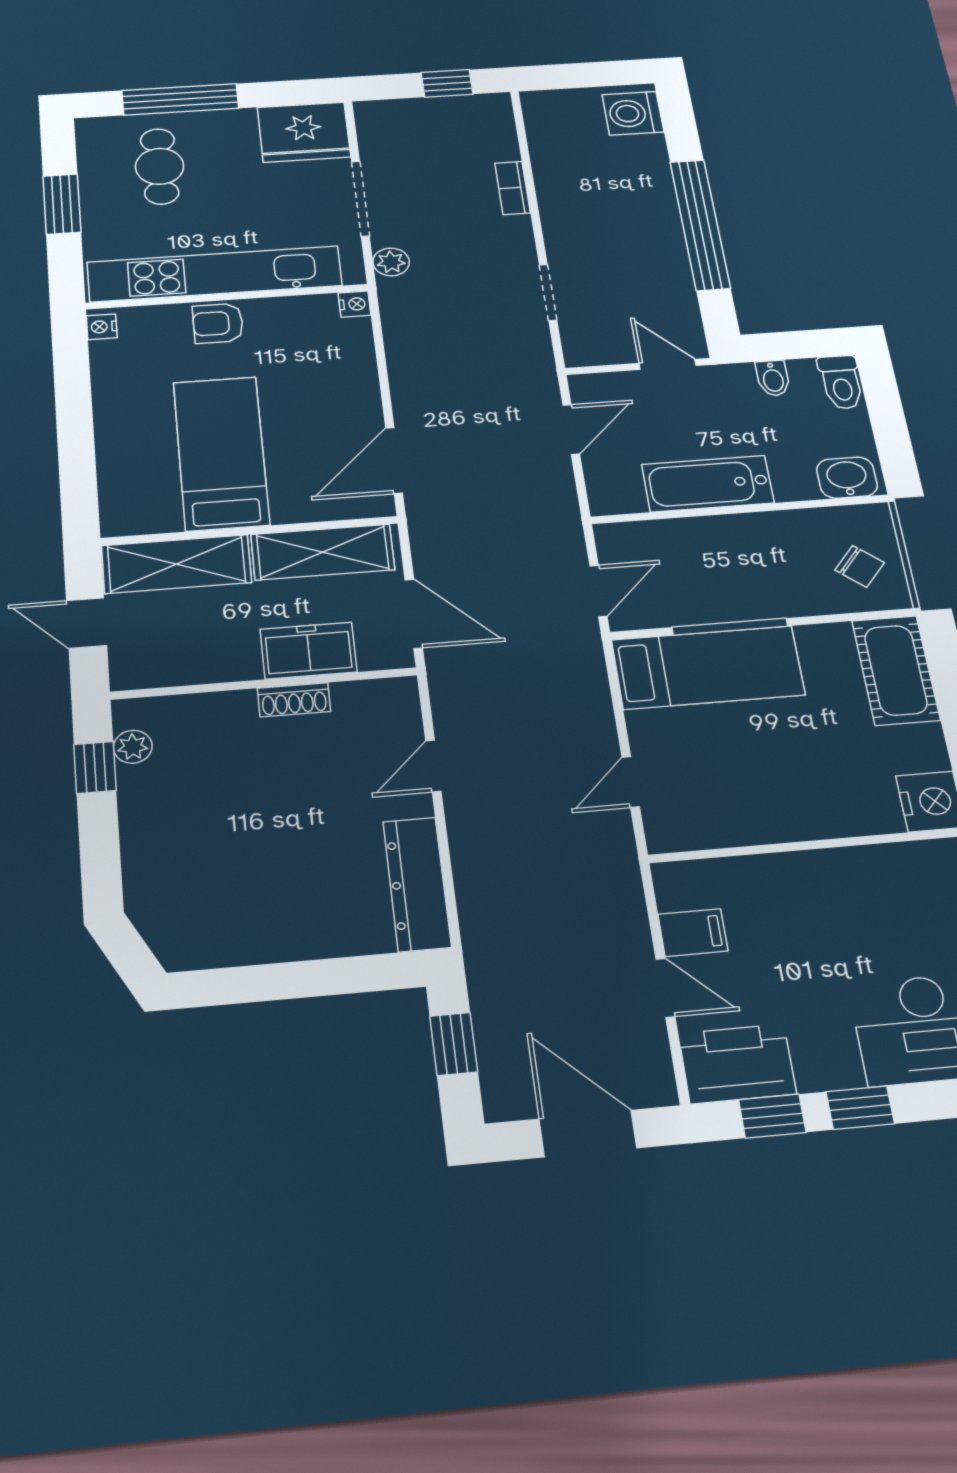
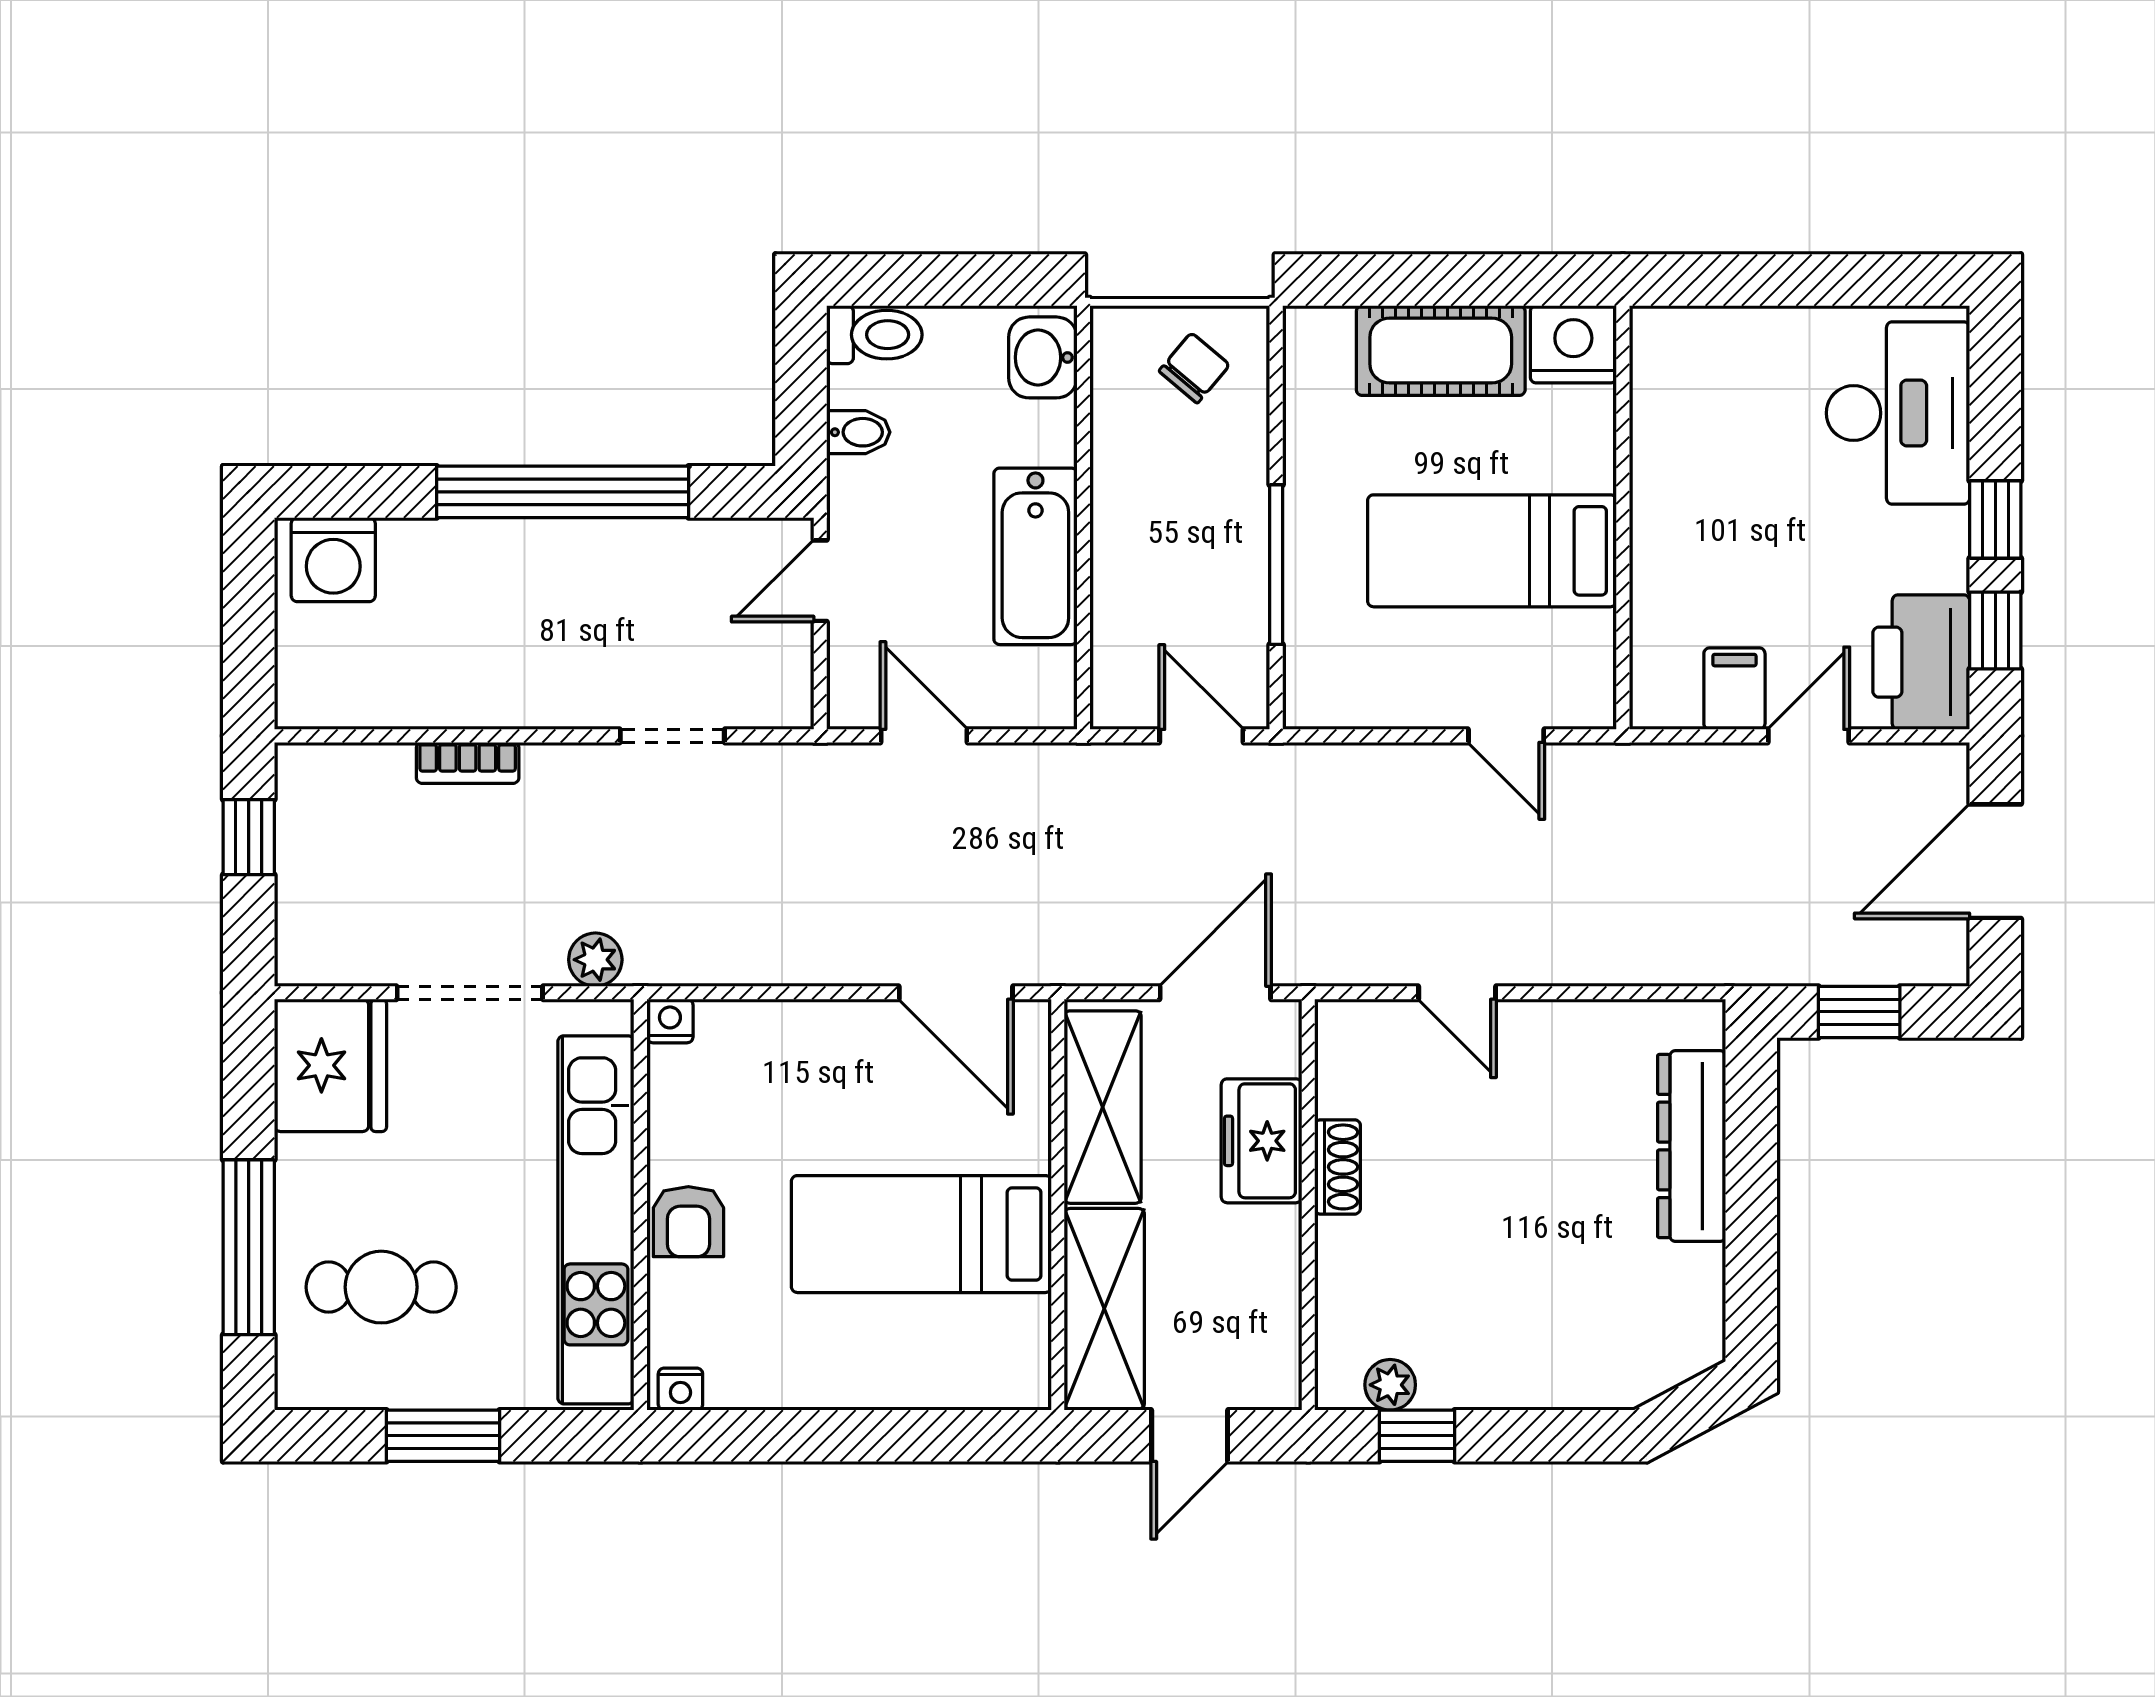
bed: (708, 667) -> (1492, 551), moved, turned -90
cot: (896, 670) -> (1441, 351), moved
dresser: (417, 884) -> (1692, 1146), moved, turned 90

